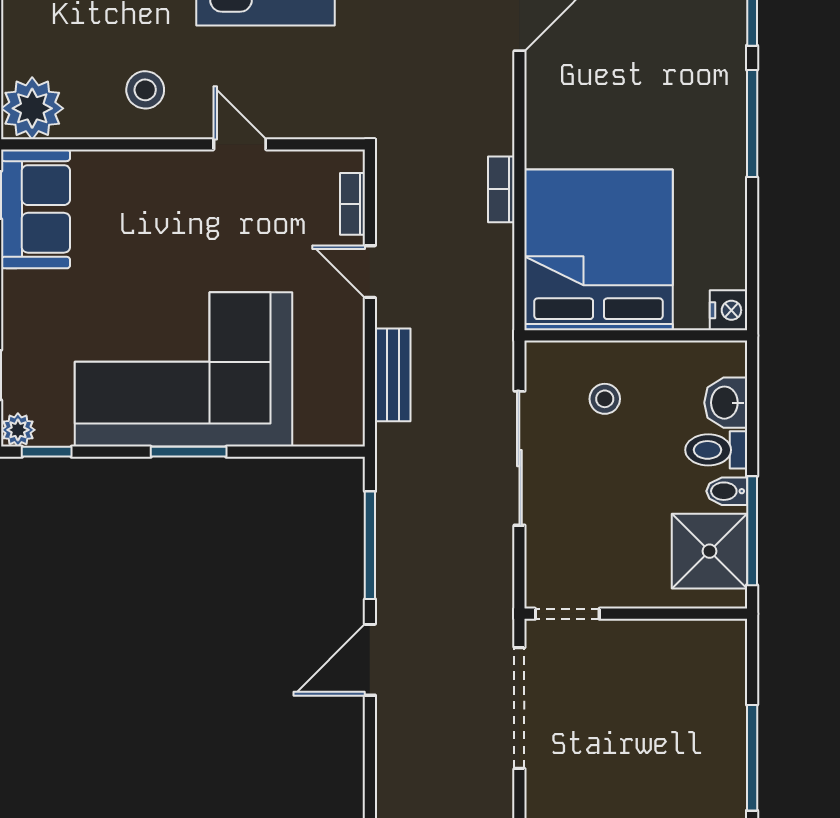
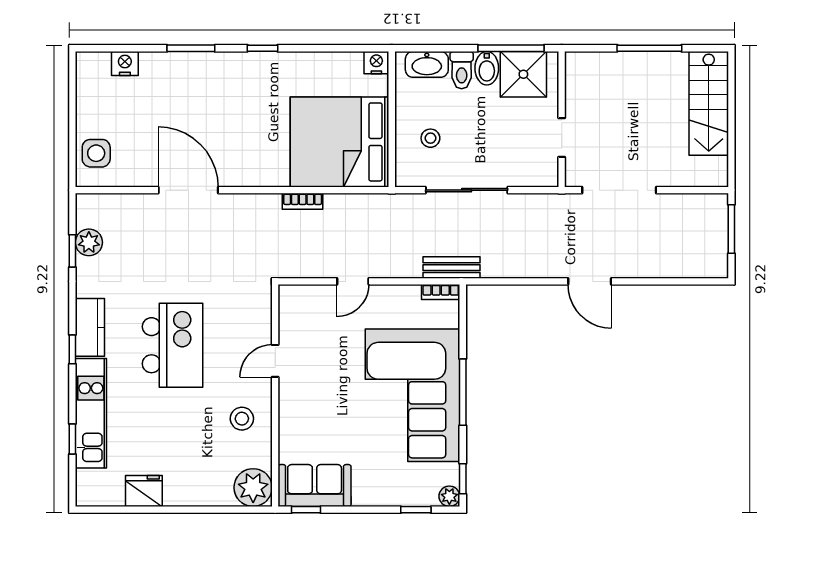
window: (752, 123) -> (262, 48), width x0.46
bookcase: (353, 204) -> (441, 292), moved
bench: (393, 375) -> (452, 268), moved
washbasin: (726, 403) -> (427, 64), width x1.38
window: (189, 452) -> (463, 392), width x1.44
bidet: (727, 491) -> (487, 68), width x1.38, depth x1.36
window: (370, 545) -> (520, 281), removed
doorway: (567, 614) -> (562, 137), moved

